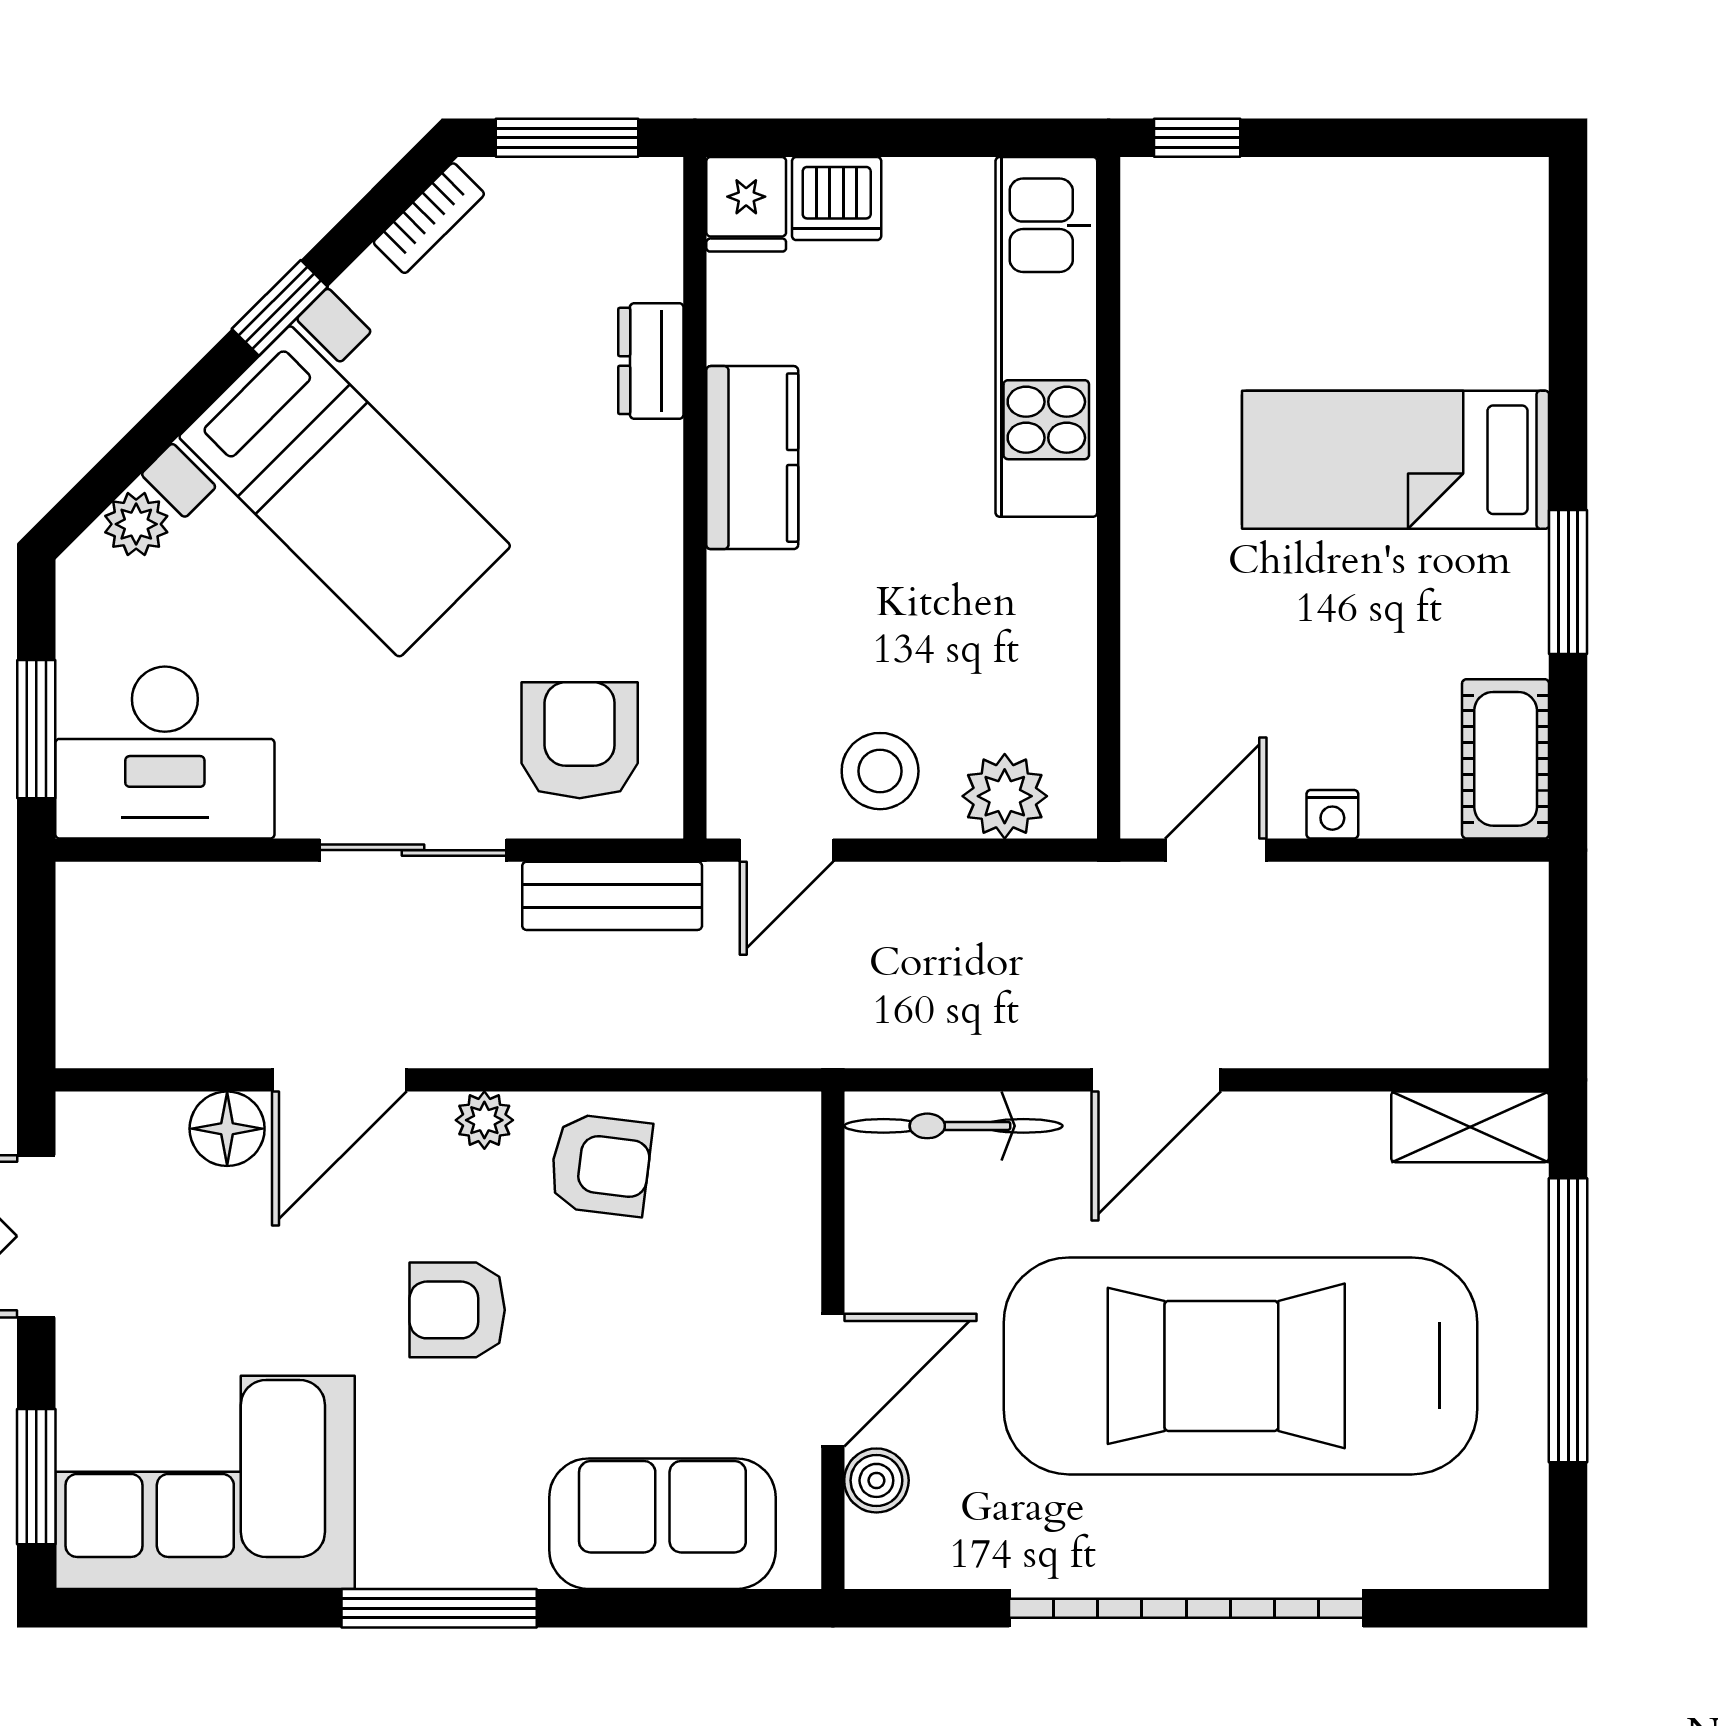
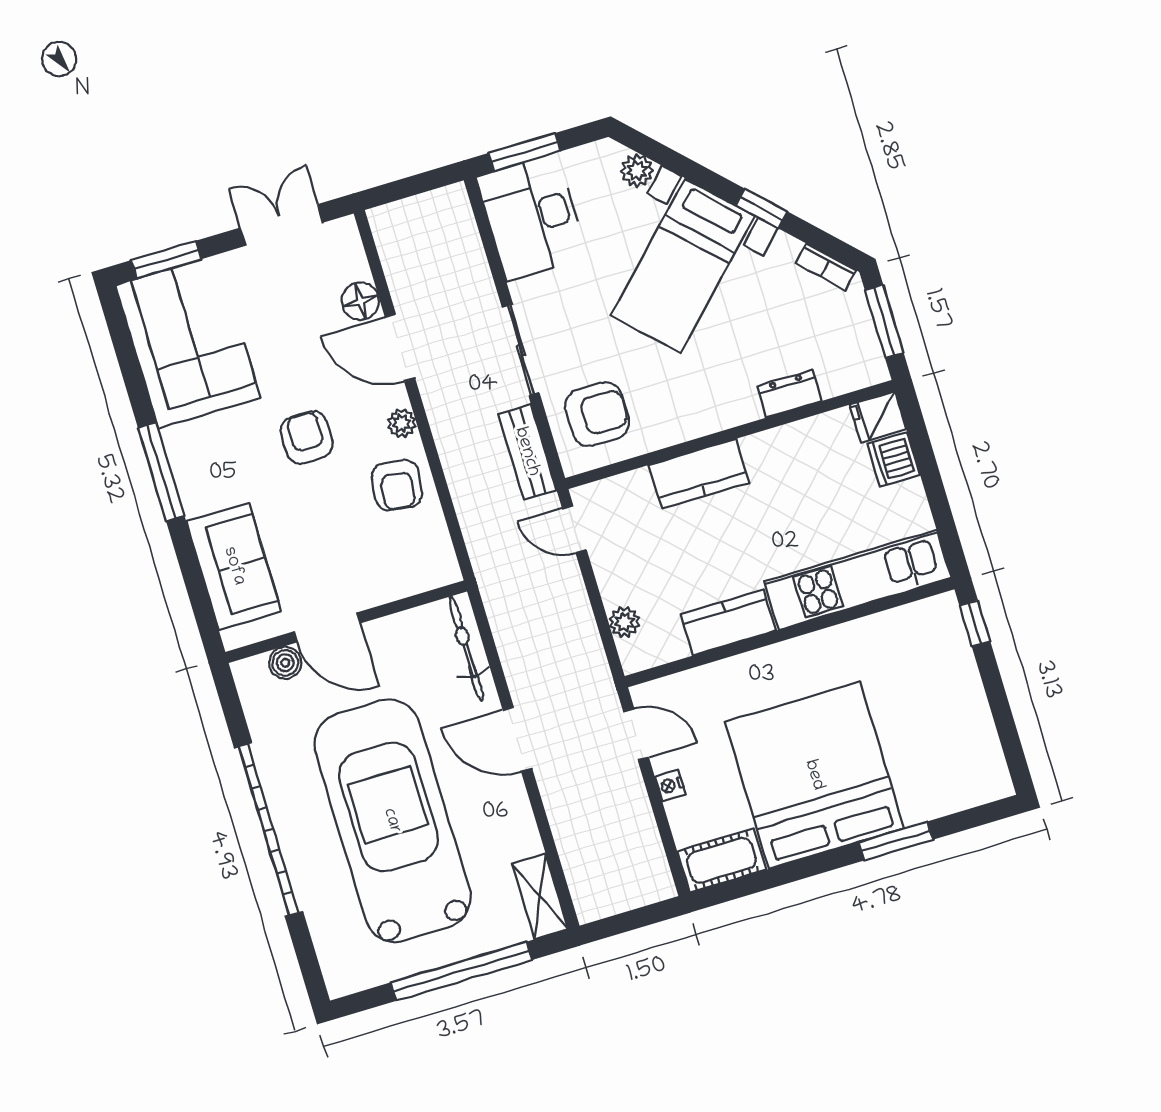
kitchen counter: (752, 458) -> (699, 474), moved
bed: (1396, 460) -> (814, 775), width x2.04
window: (1568, 582) -> (896, 841), moved
kitchen counter: (1054, 610) -> (728, 623), added
stool: (880, 771) -> (626, 562), removed
plant: (1005, 796) -> (624, 622), width x0.73, depth x0.73

